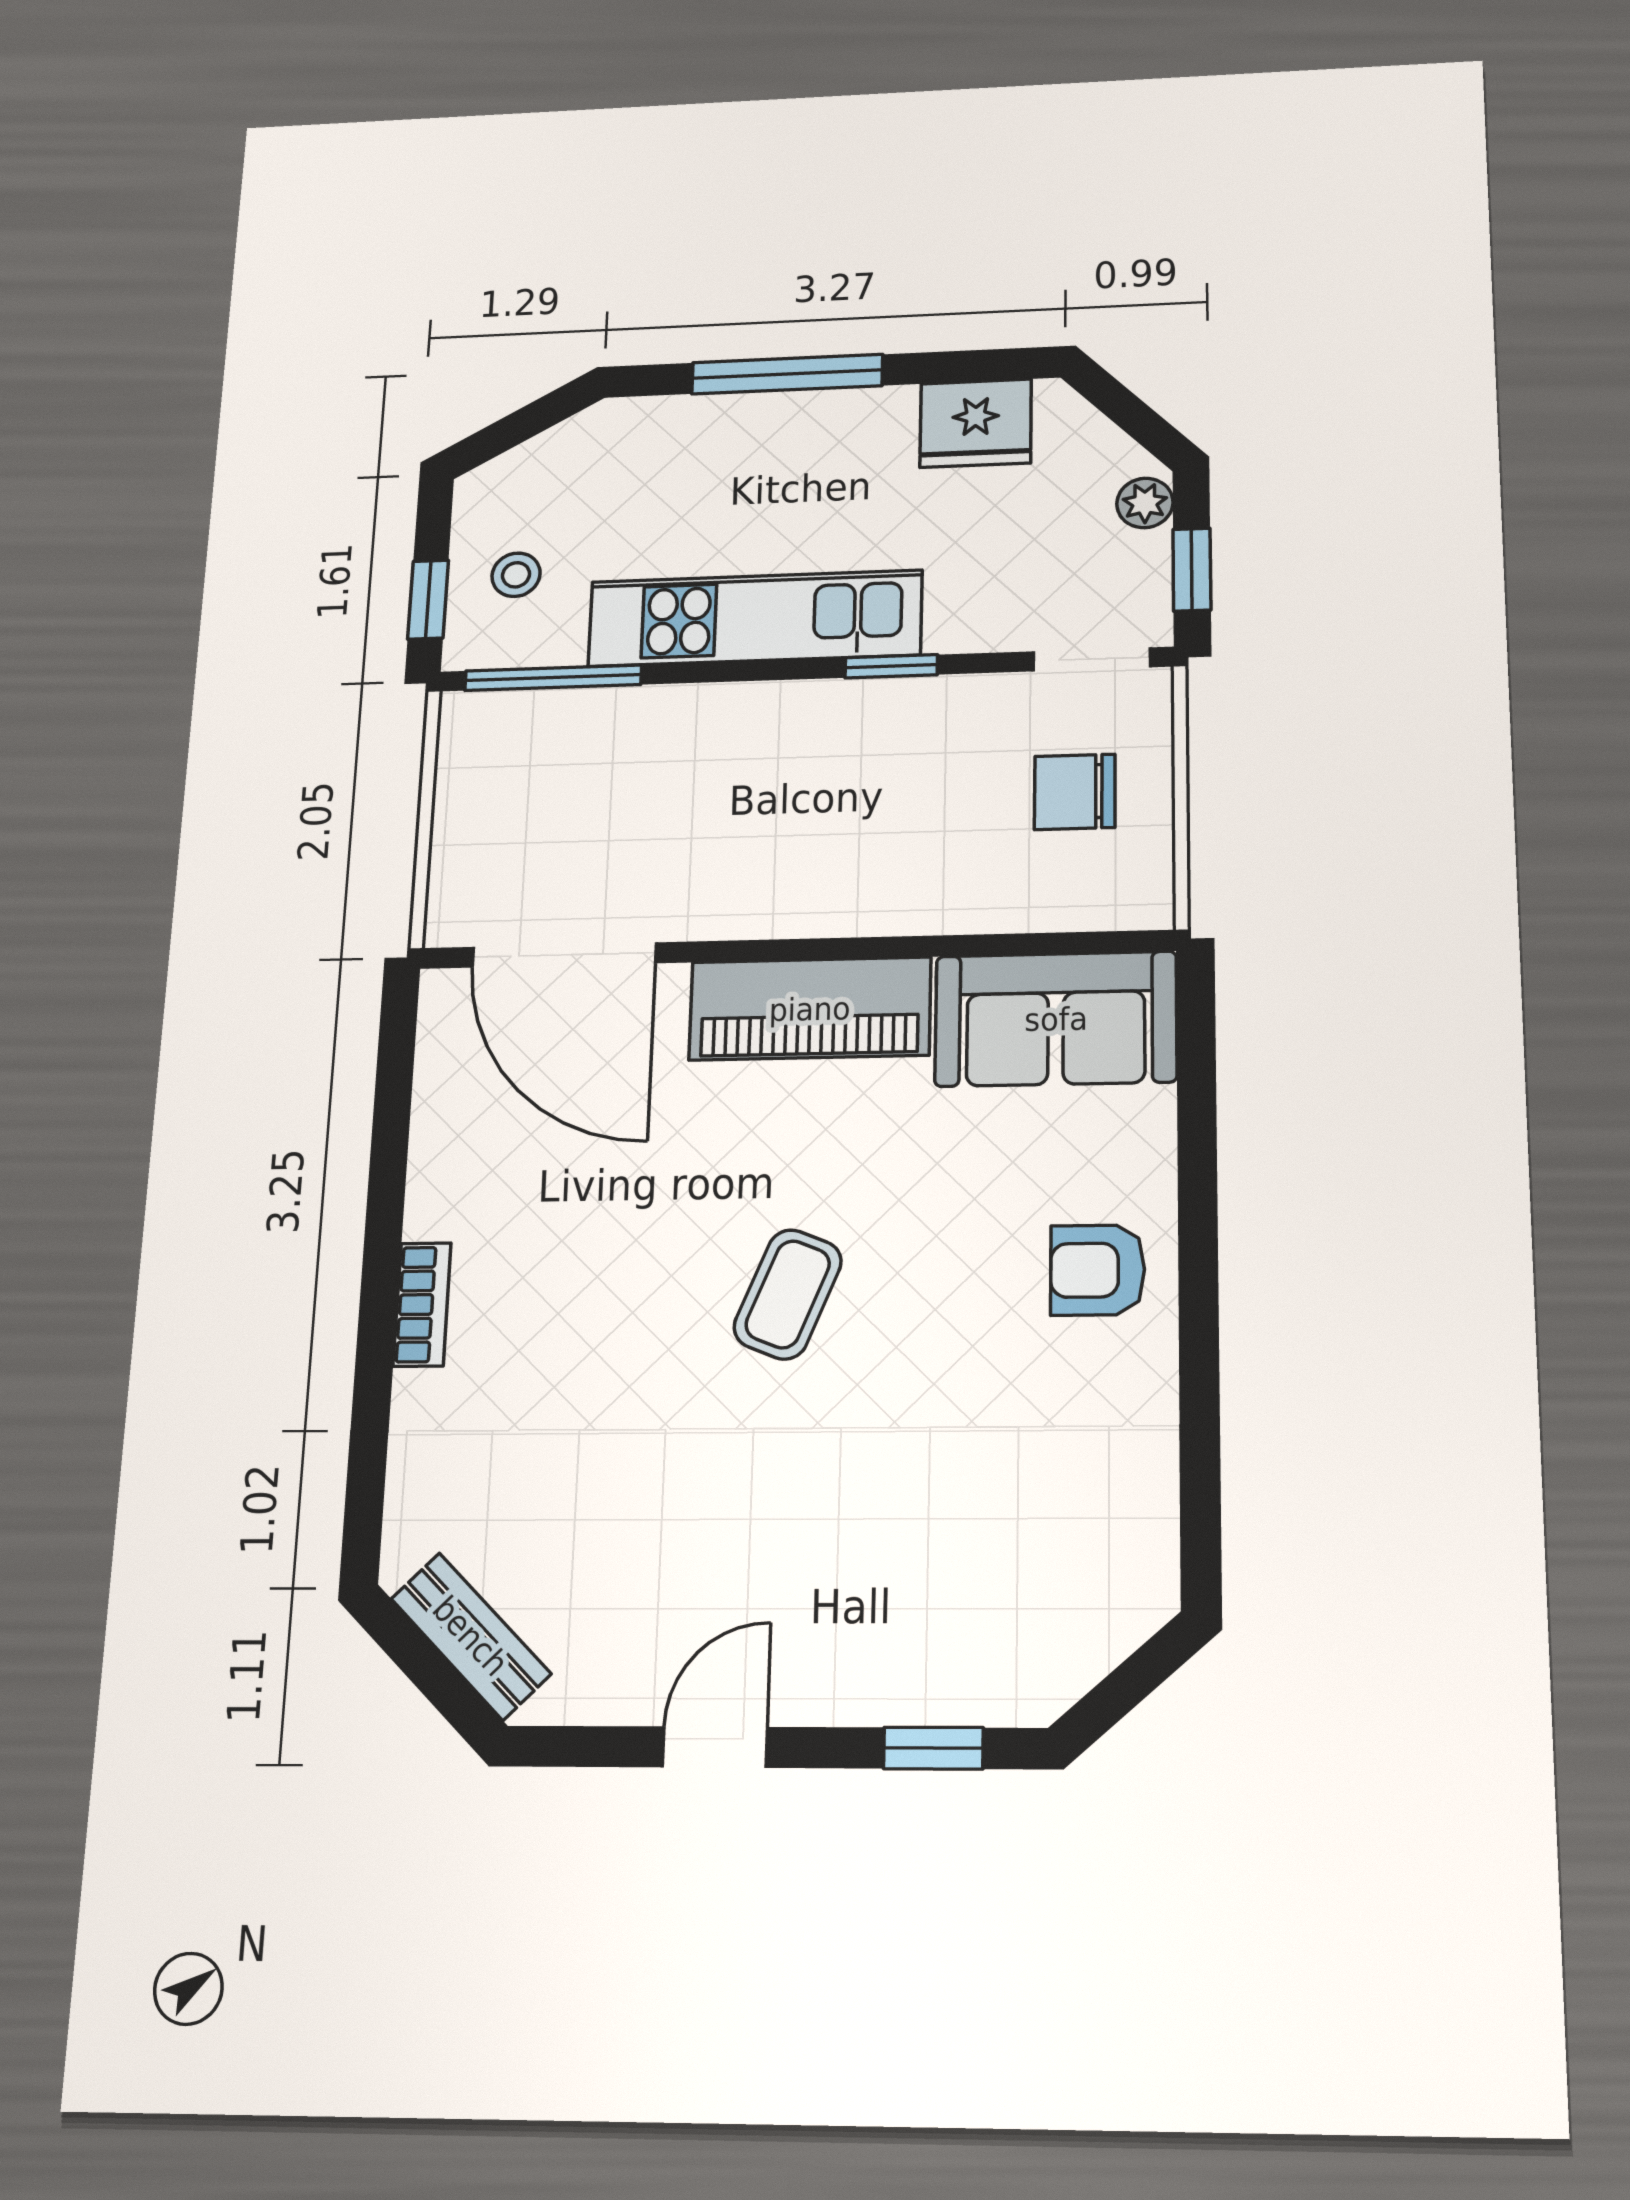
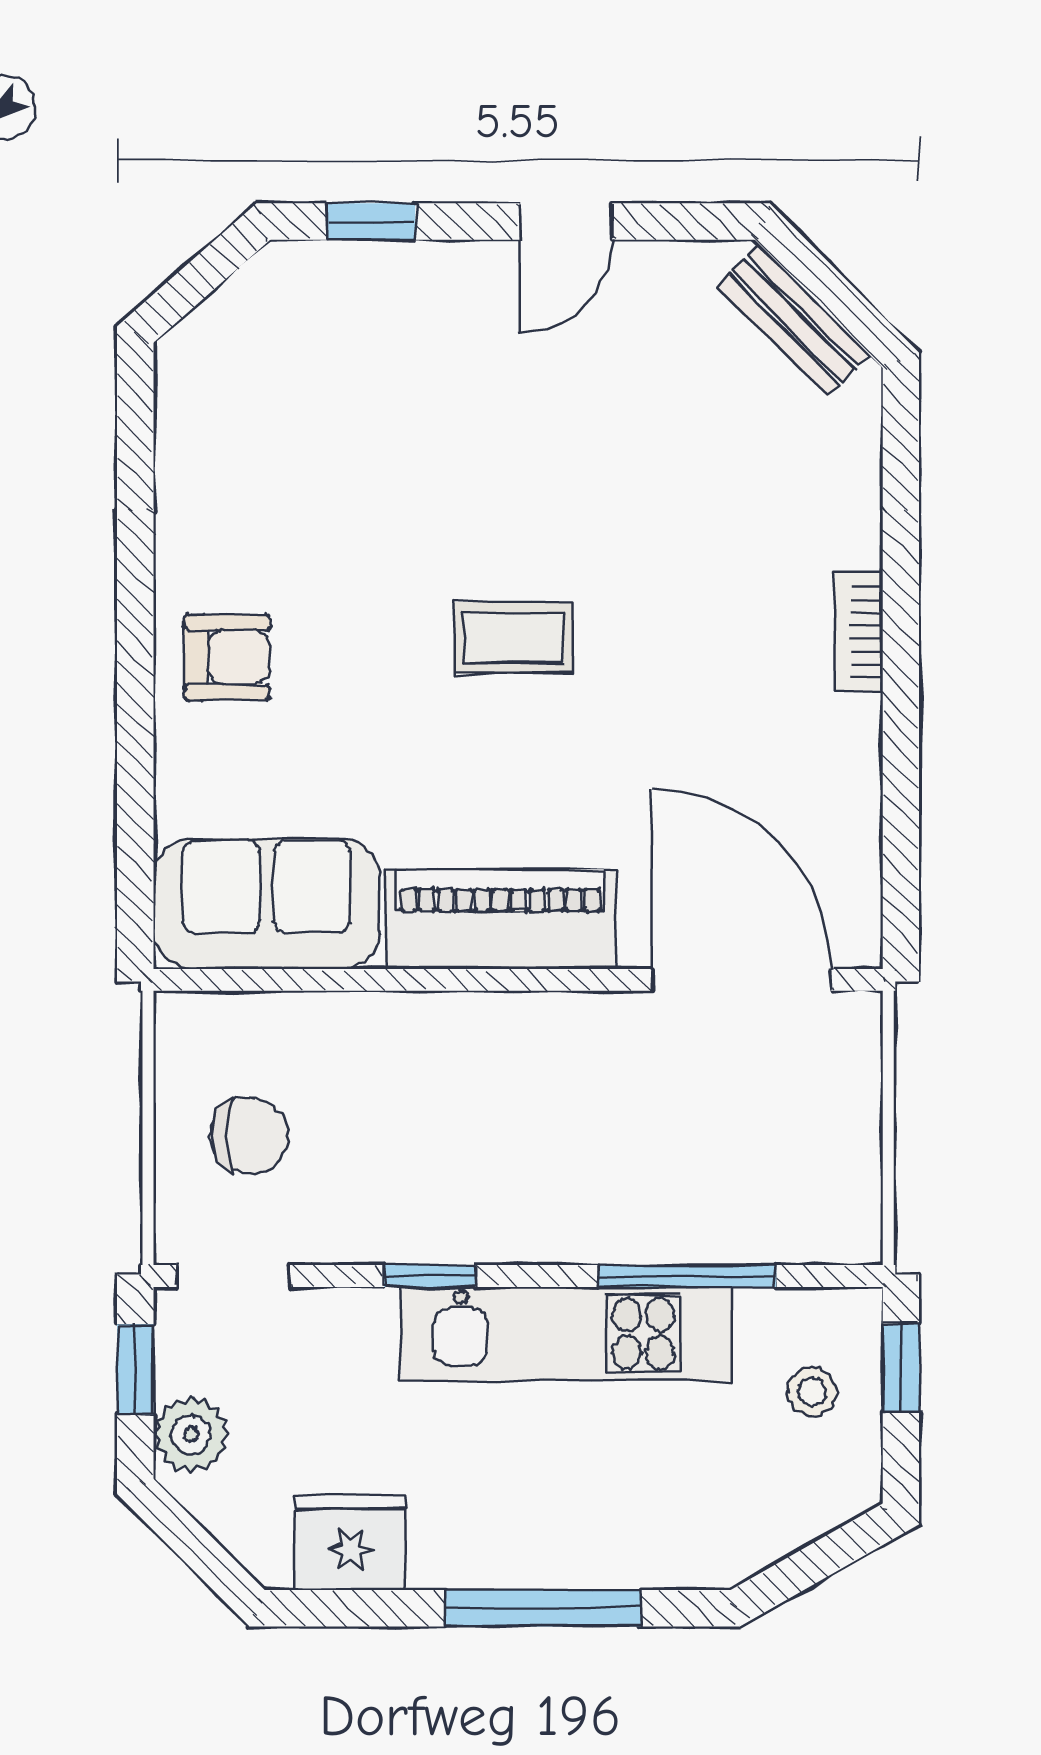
plant: (1145, 503) -> (191, 1435), width x1.38, depth x1.38
window: (553, 678) -> (687, 1276), moved
coffee table: (788, 1294) -> (513, 638), turned 68

